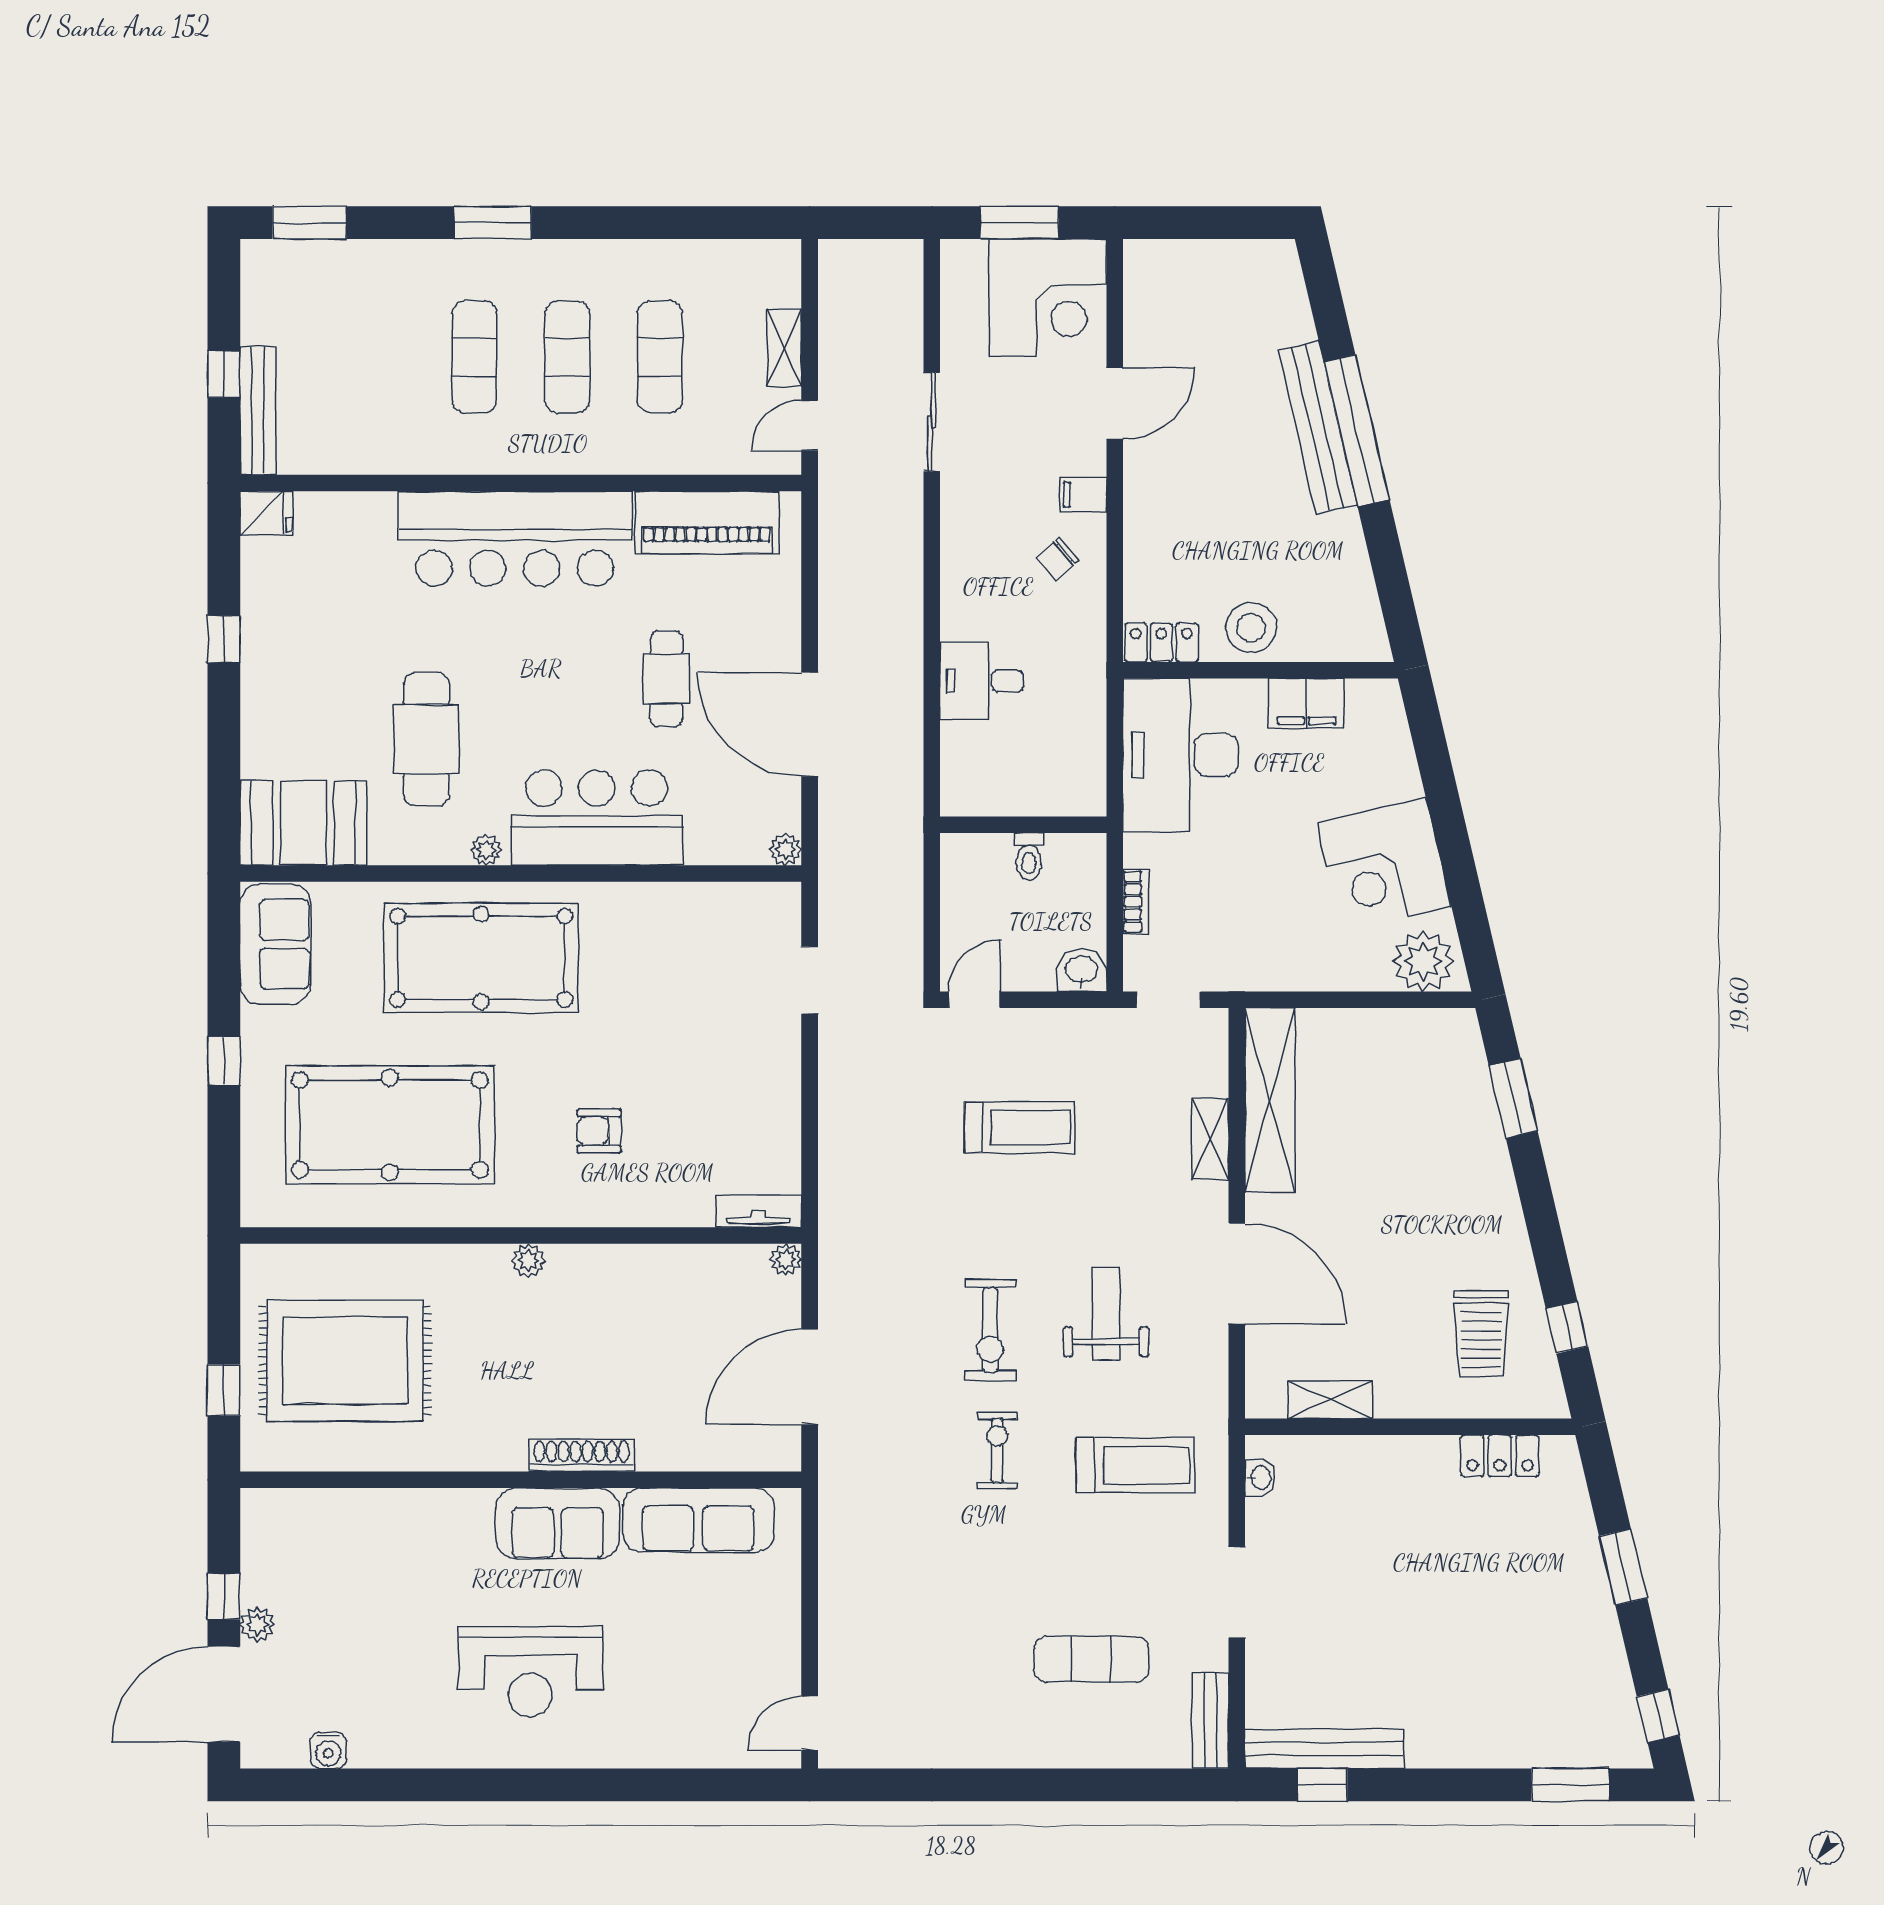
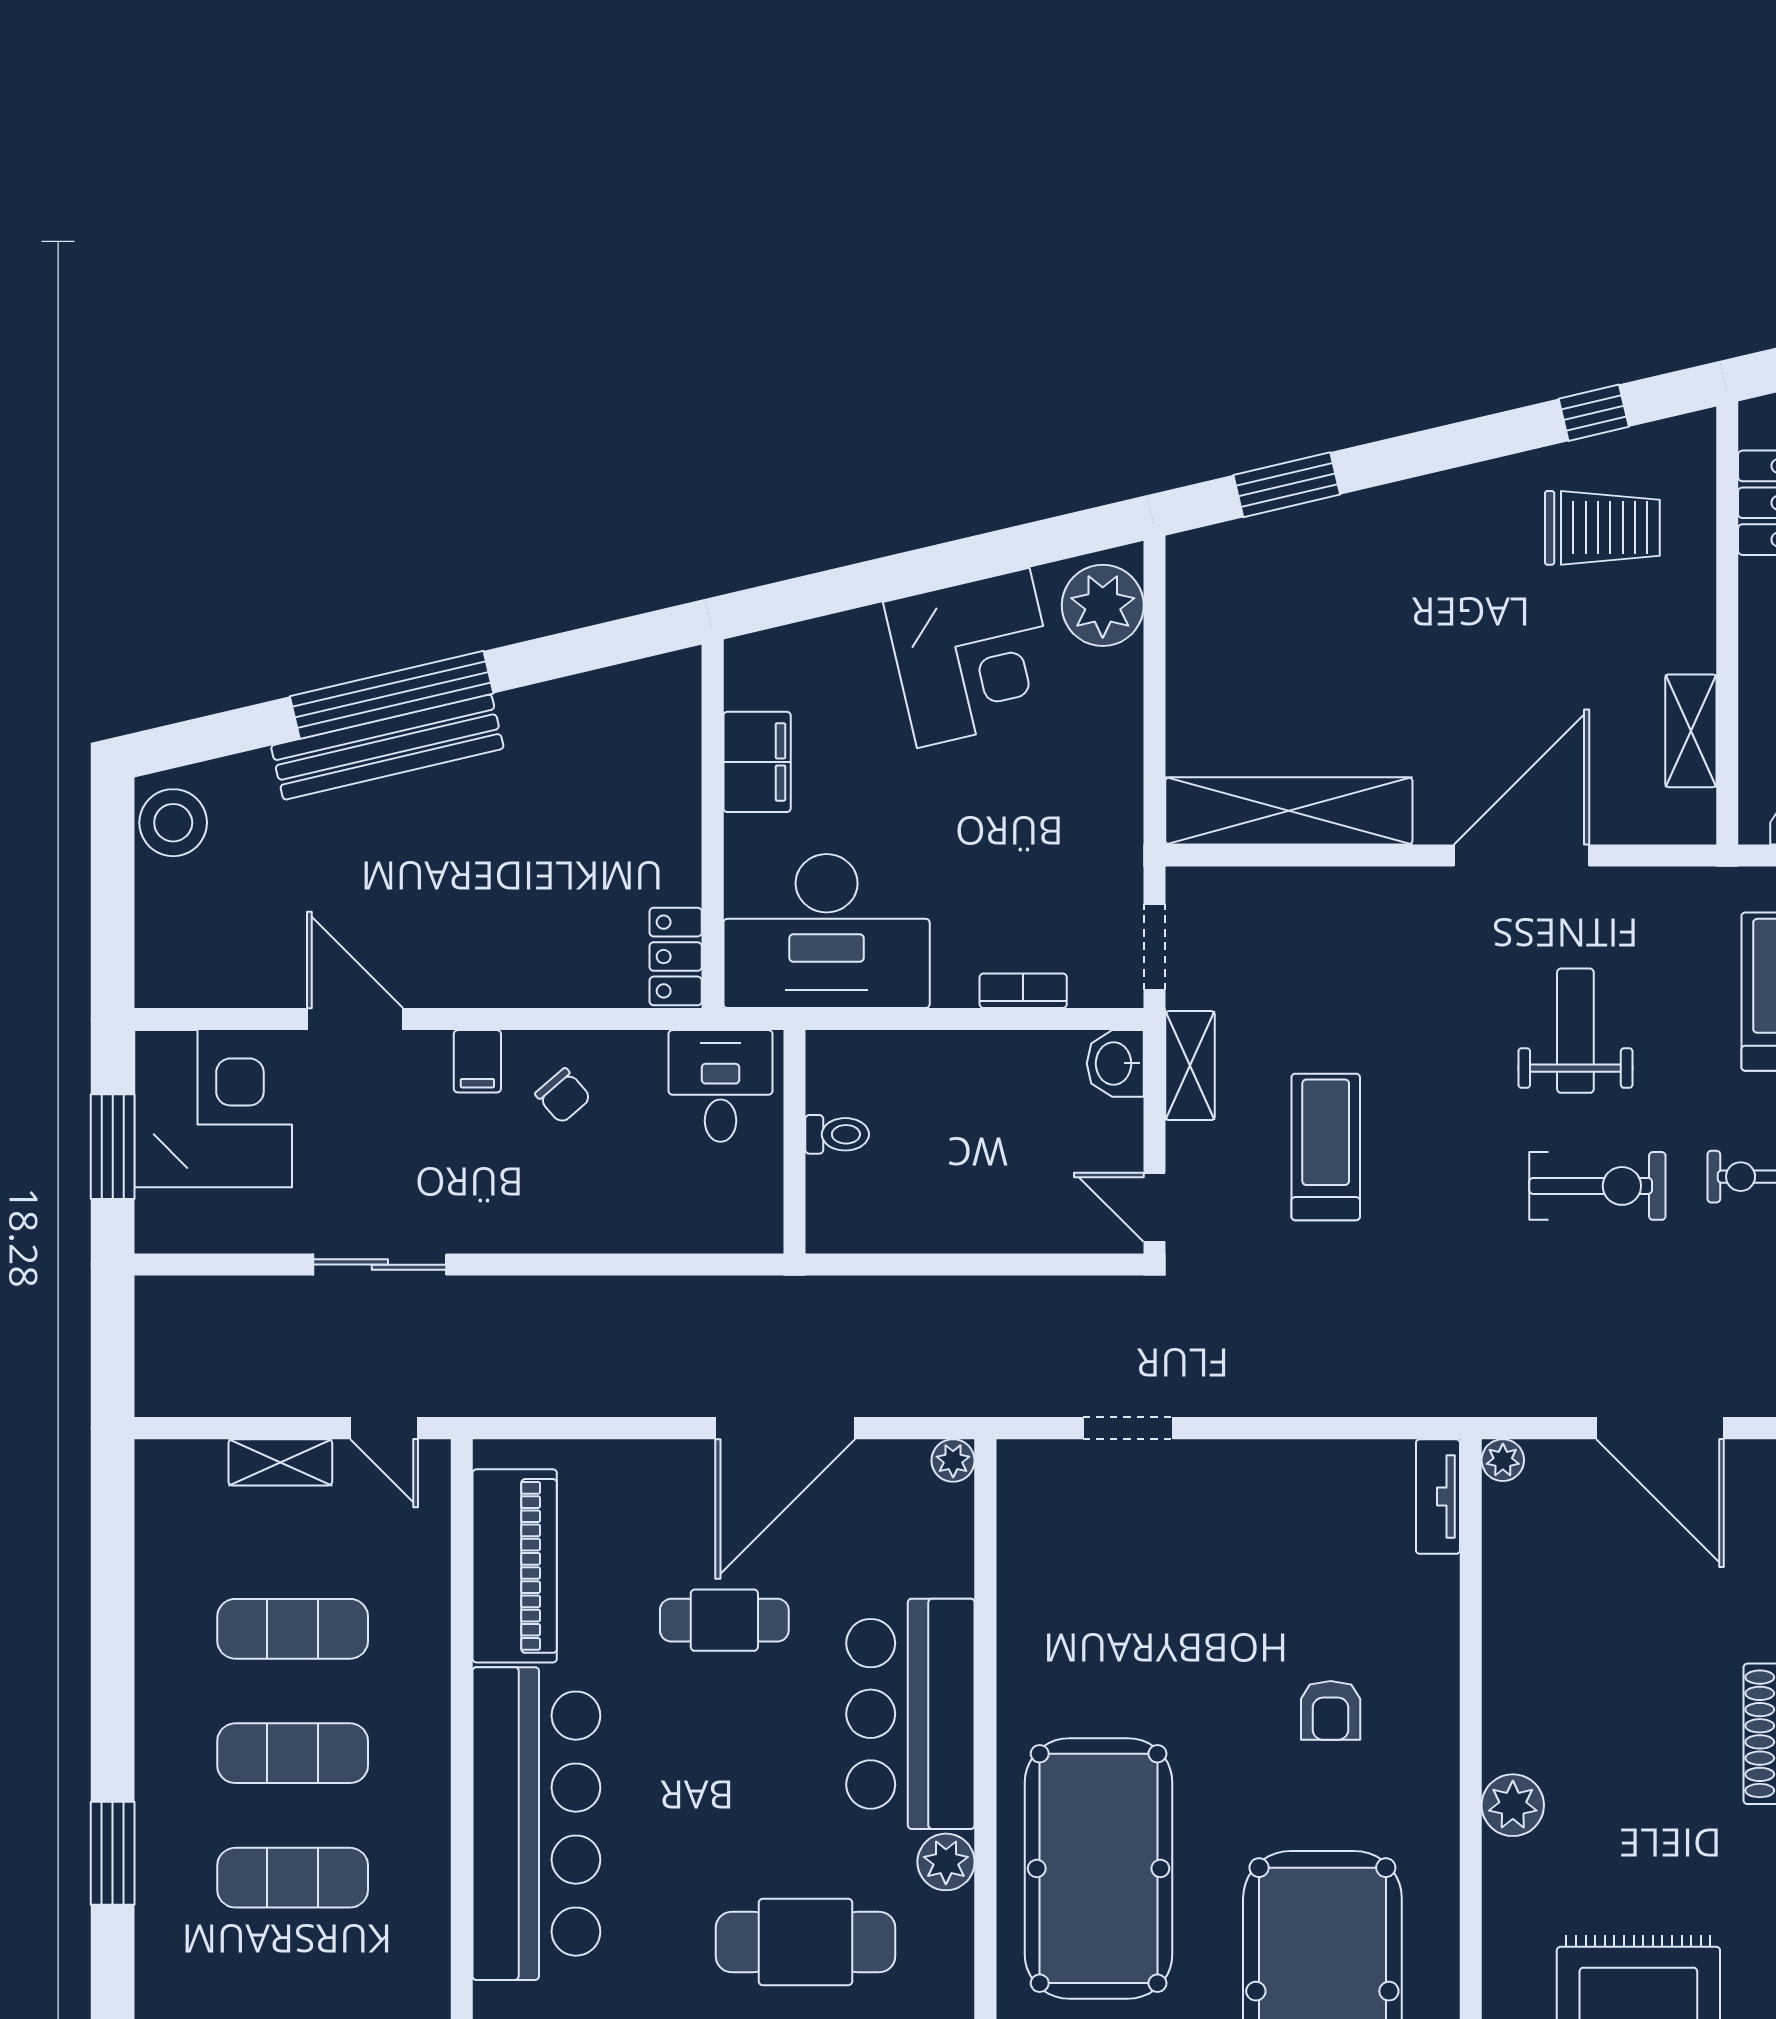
stool: (1251, 628) -> (173, 823), moved
desk: (982, 681) -> (720, 1086), moved, turned 180
wall: (1023, 825) -> (794, 1142), moved
plant: (486, 850) -> (946, 1862), width x1.38, depth x1.38
toilet: (1029, 857) -> (837, 1134), moved
shelving: (1210, 1139) -> (1190, 1066), moved, turned 90
plant: (528, 1261) -> (1513, 1805), width x1.38, depth x1.38
weight bench: (1106, 1314) -> (1575, 1031), turned 90

